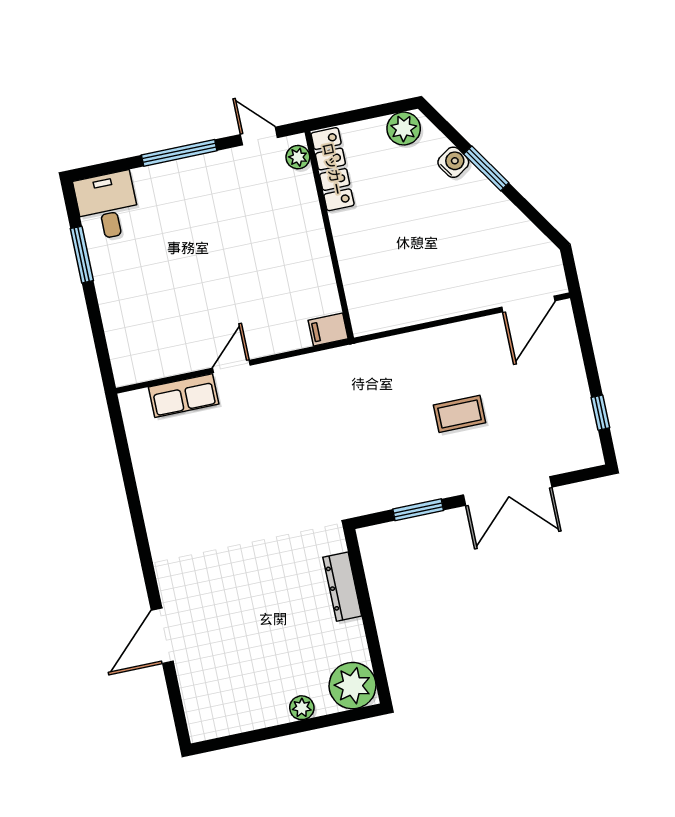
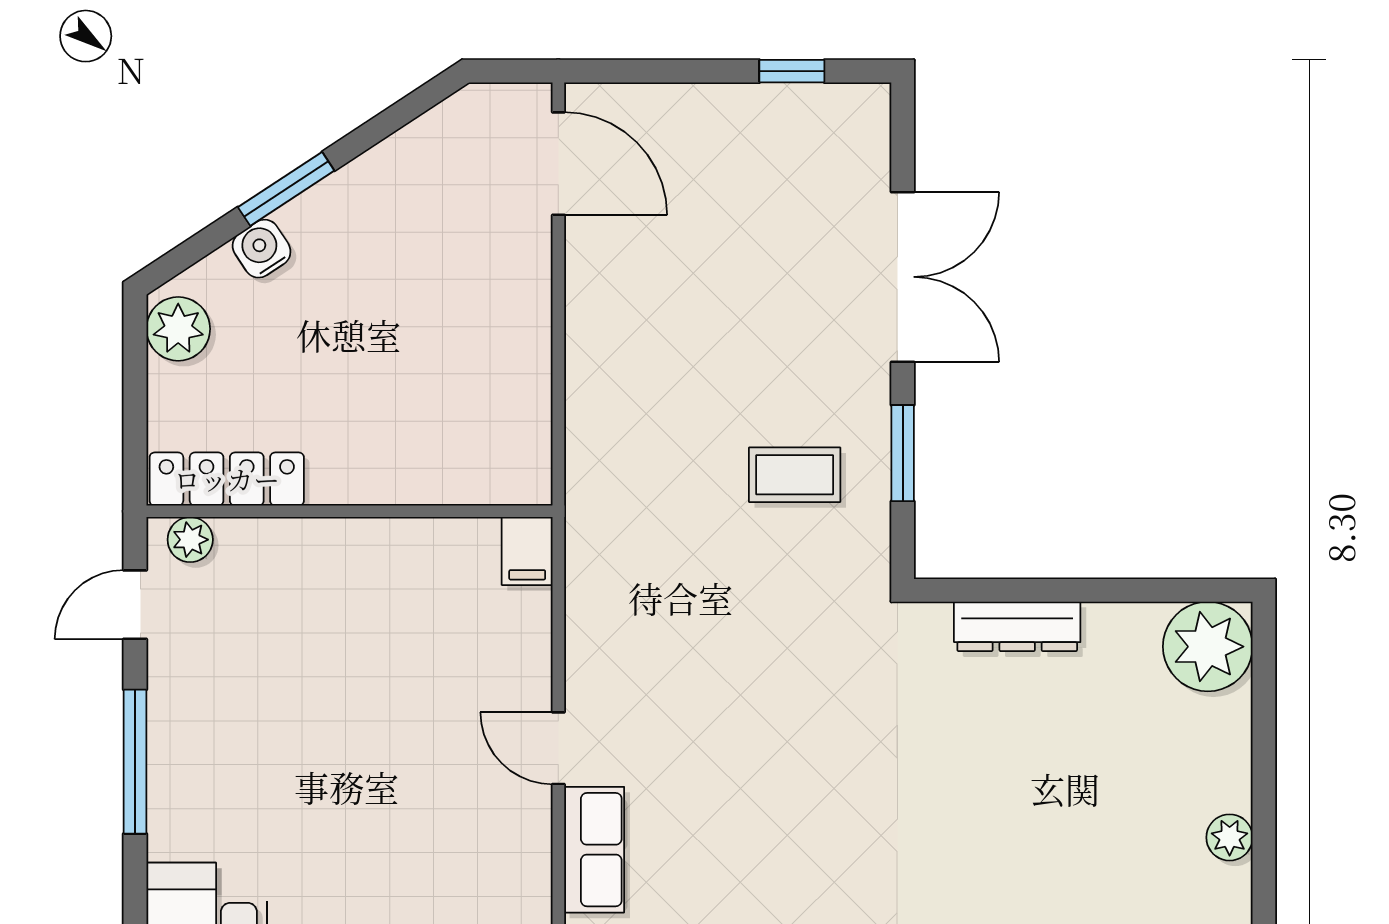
coffee table: (460, 414) -> (795, 475), moved, turned 90
plant: (302, 708) -> (1230, 837), moved

